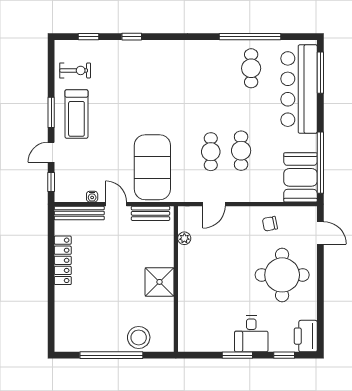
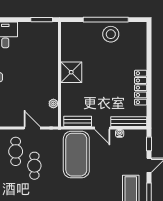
cafe table: (241, 151) -> (16, 151), moved
door: (214, 204) -> (32, 128), hinge flipped
stool: (139, 337) -> (111, 34), moved
window: (237, 355) -> (42, 20), moved

